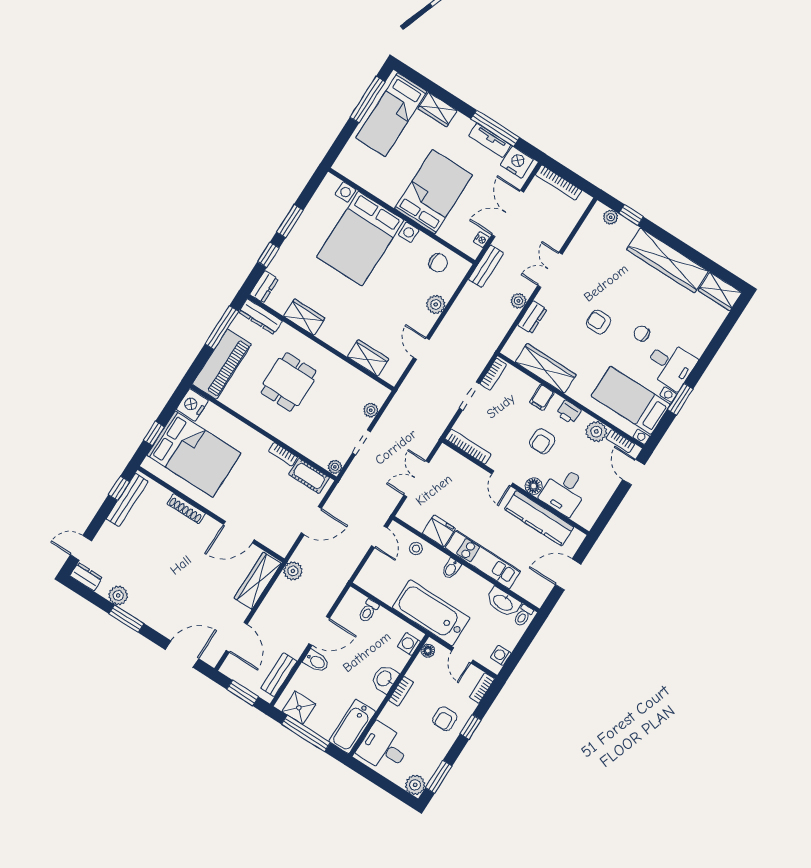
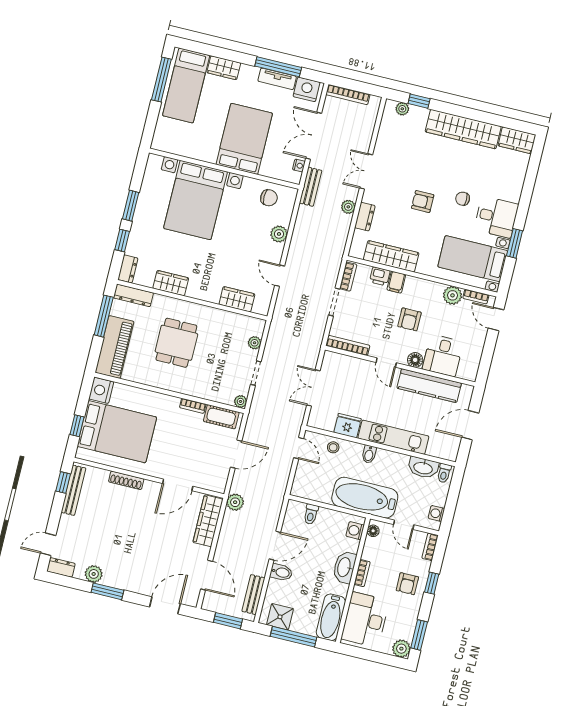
printer: (569, 412) -> (380, 276), moved
washbasin: (385, 679) -> (344, 567), width x1.38
desk: (384, 748) -> (365, 620), width x1.37

